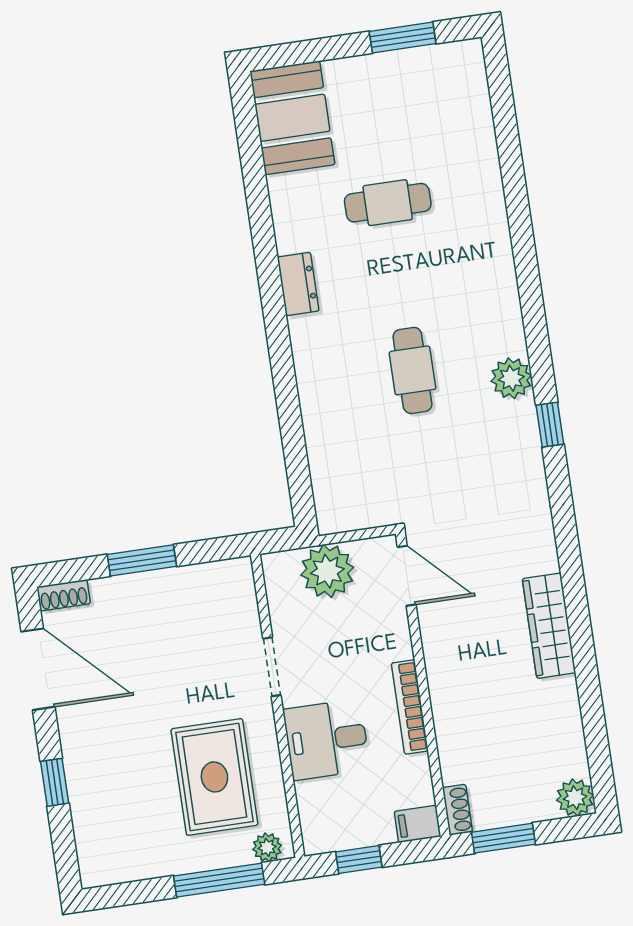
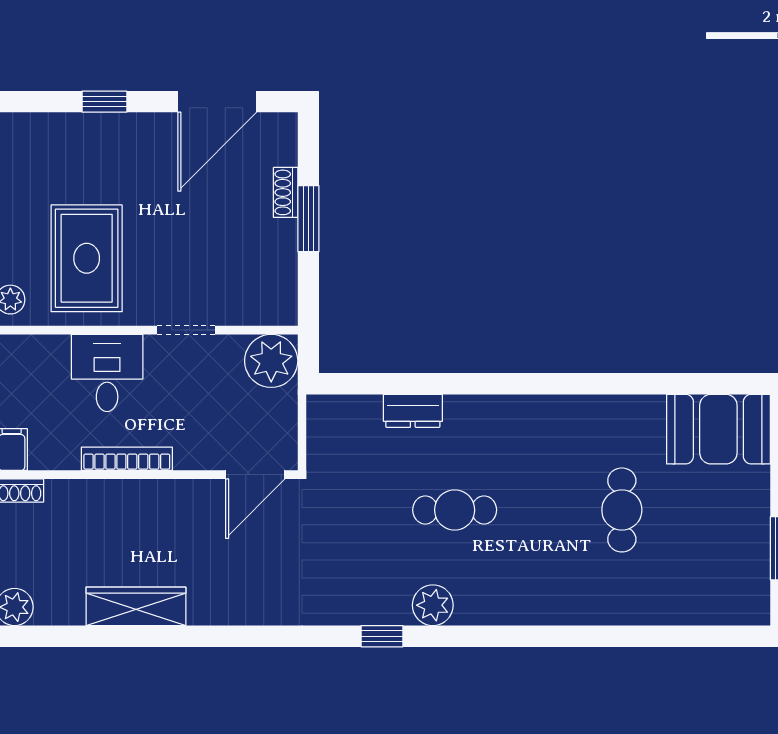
dresser: (298, 284) -> (413, 411), moved
plant: (327, 571) -> (271, 361), moved
shoe rack: (64, 595) -> (286, 192), moved
wardrobe: (549, 626) -> (136, 606), moved
rug: (214, 777) -> (87, 258), turned 90

